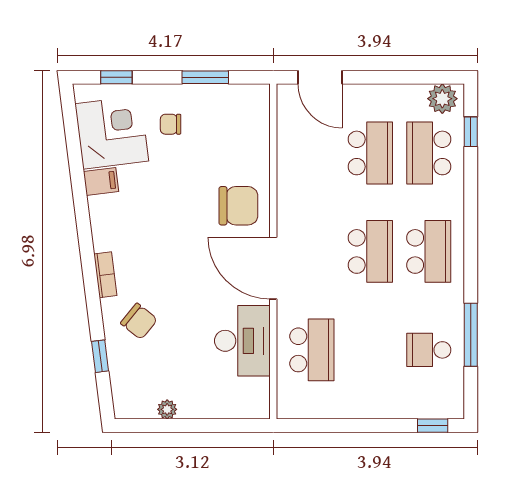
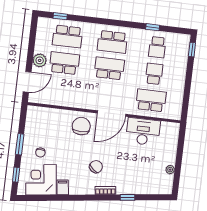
window: (205, 77) -> (20, 144), moved
plant: (442, 99) -> (40, 60), moved
school desk: (429, 251) -> (112, 42), turned 180
chair: (139, 321) -> (96, 167), moved
window: (471, 335) -> (153, 27), width x0.46
school desk: (370, 350) -> (154, 74), added
window: (100, 356) -> (127, 197), moved

